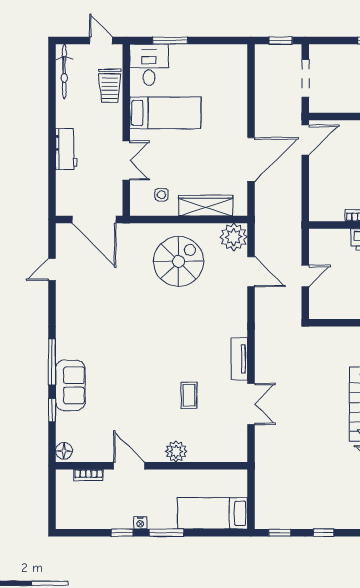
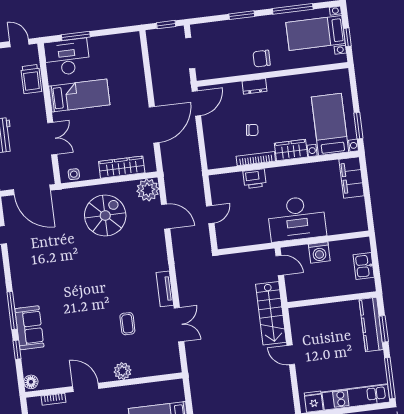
desk: (149, 65) -> (67, 57), width x1.37
side table: (161, 195) -> (74, 174), moved

